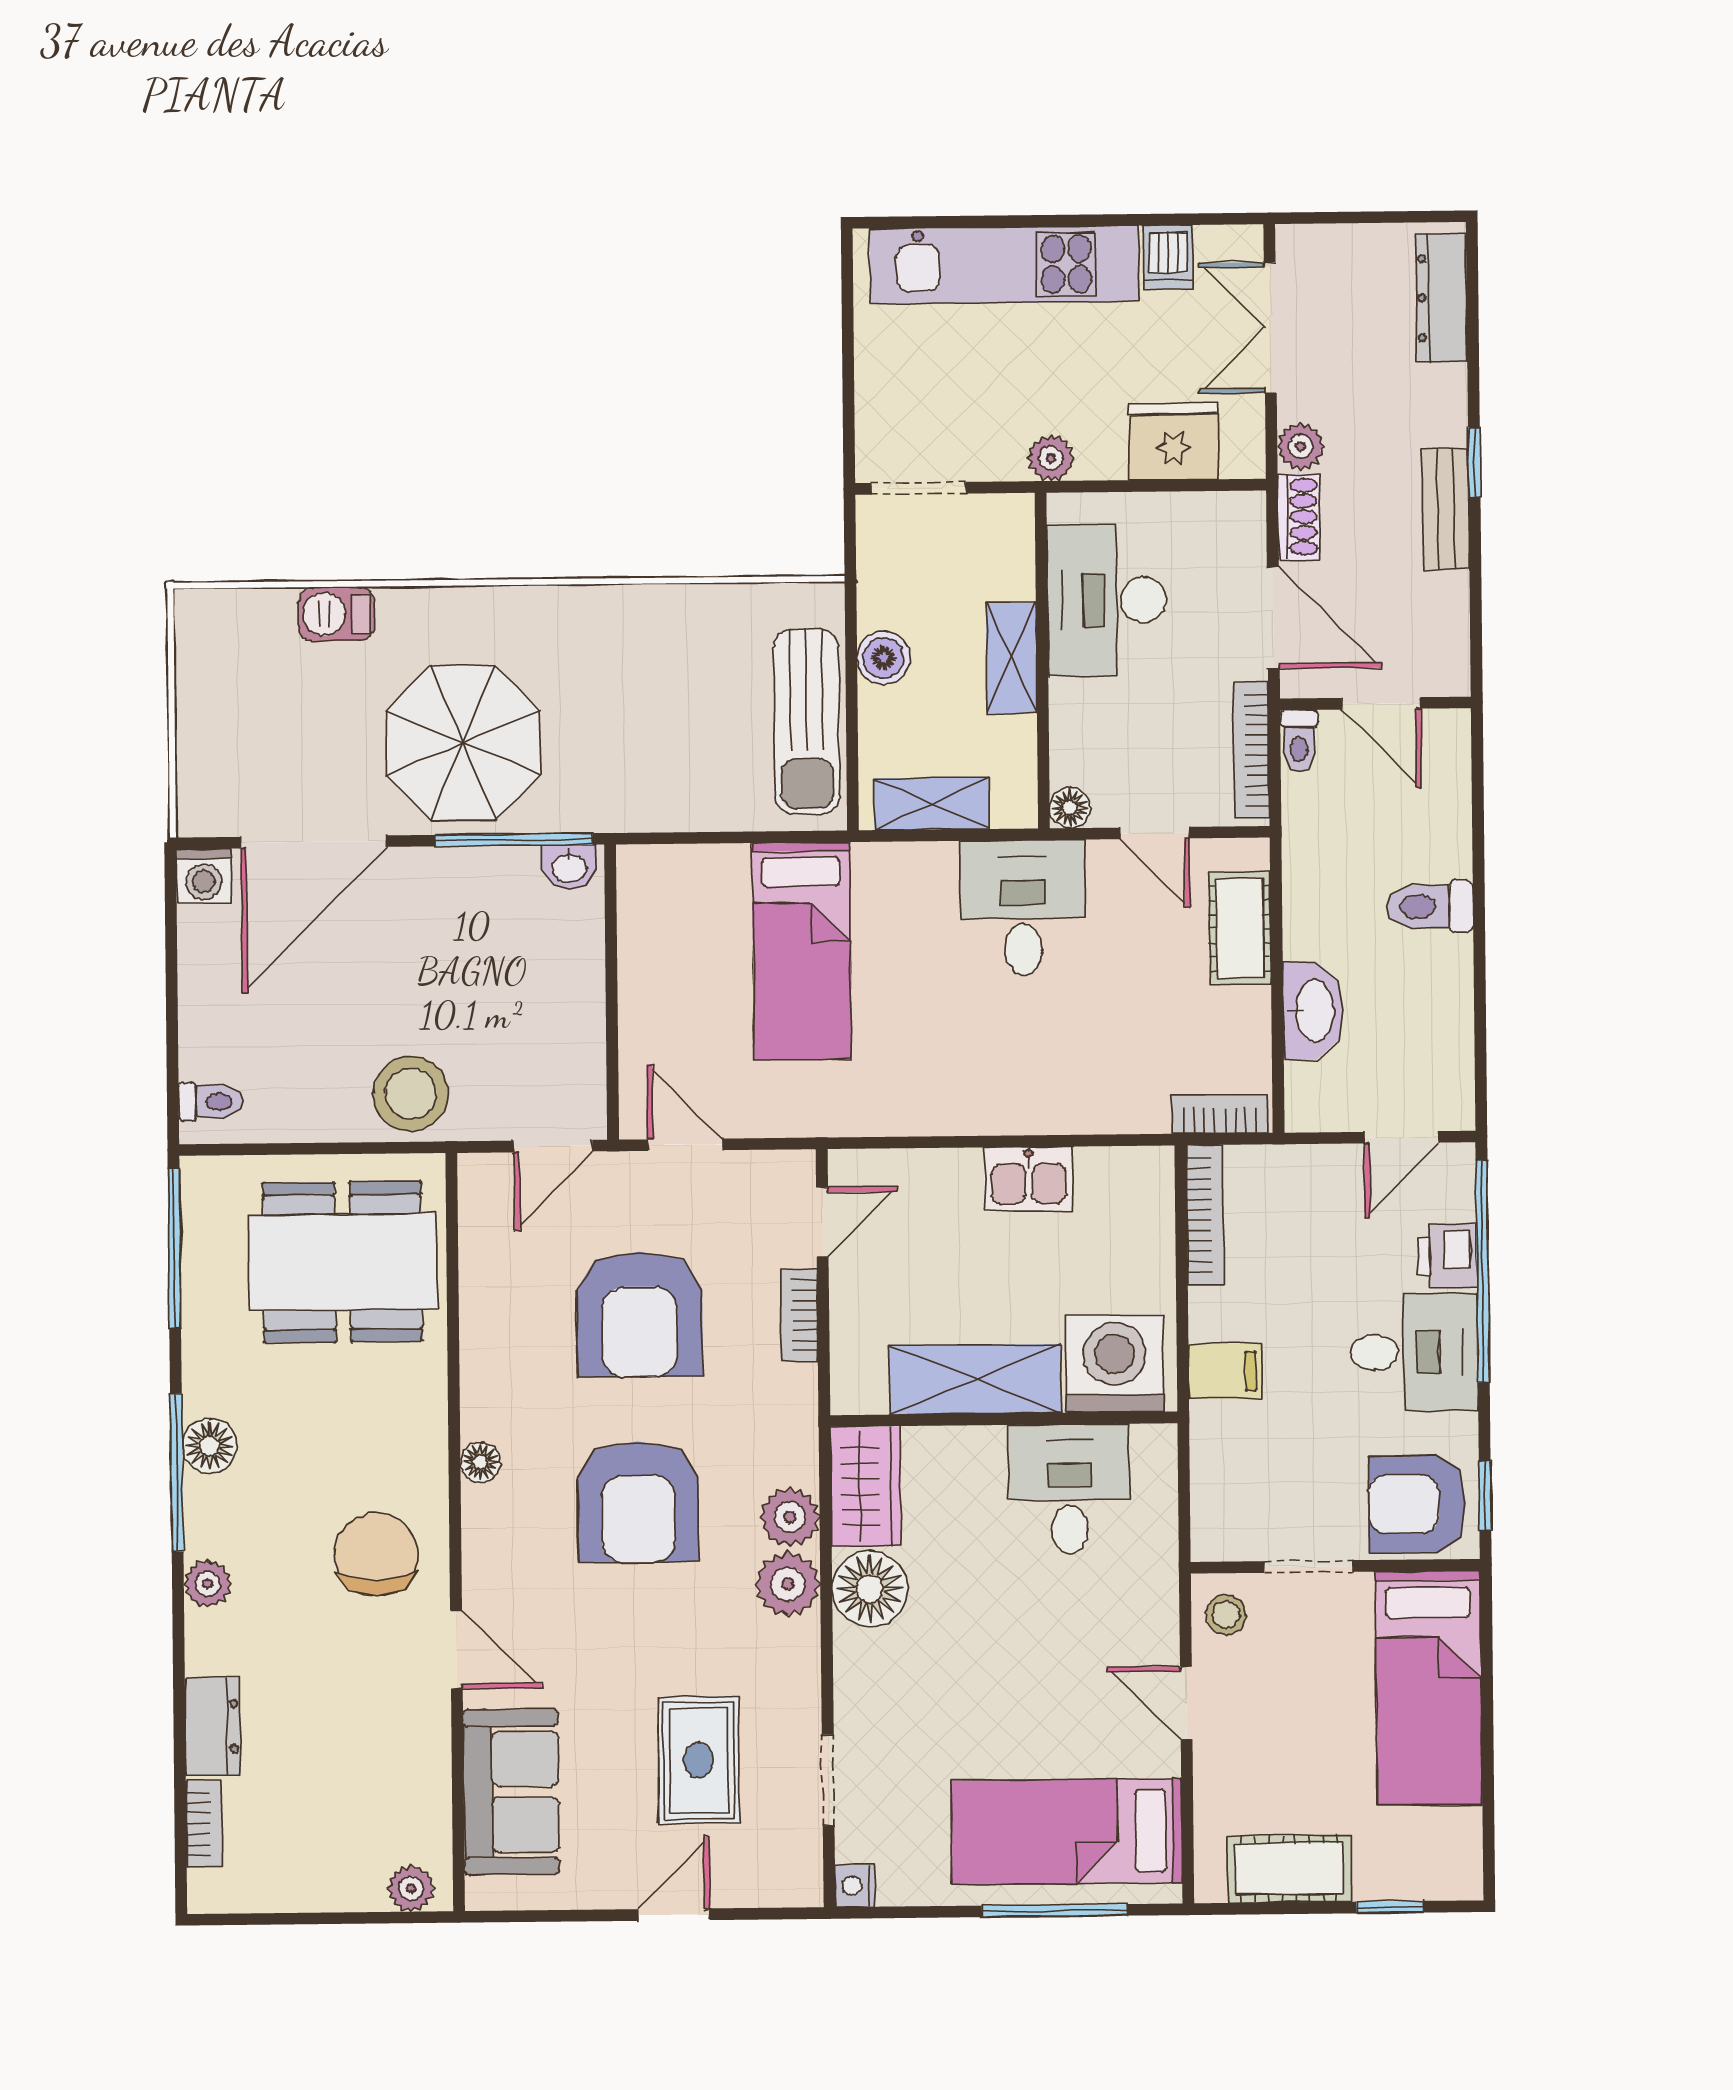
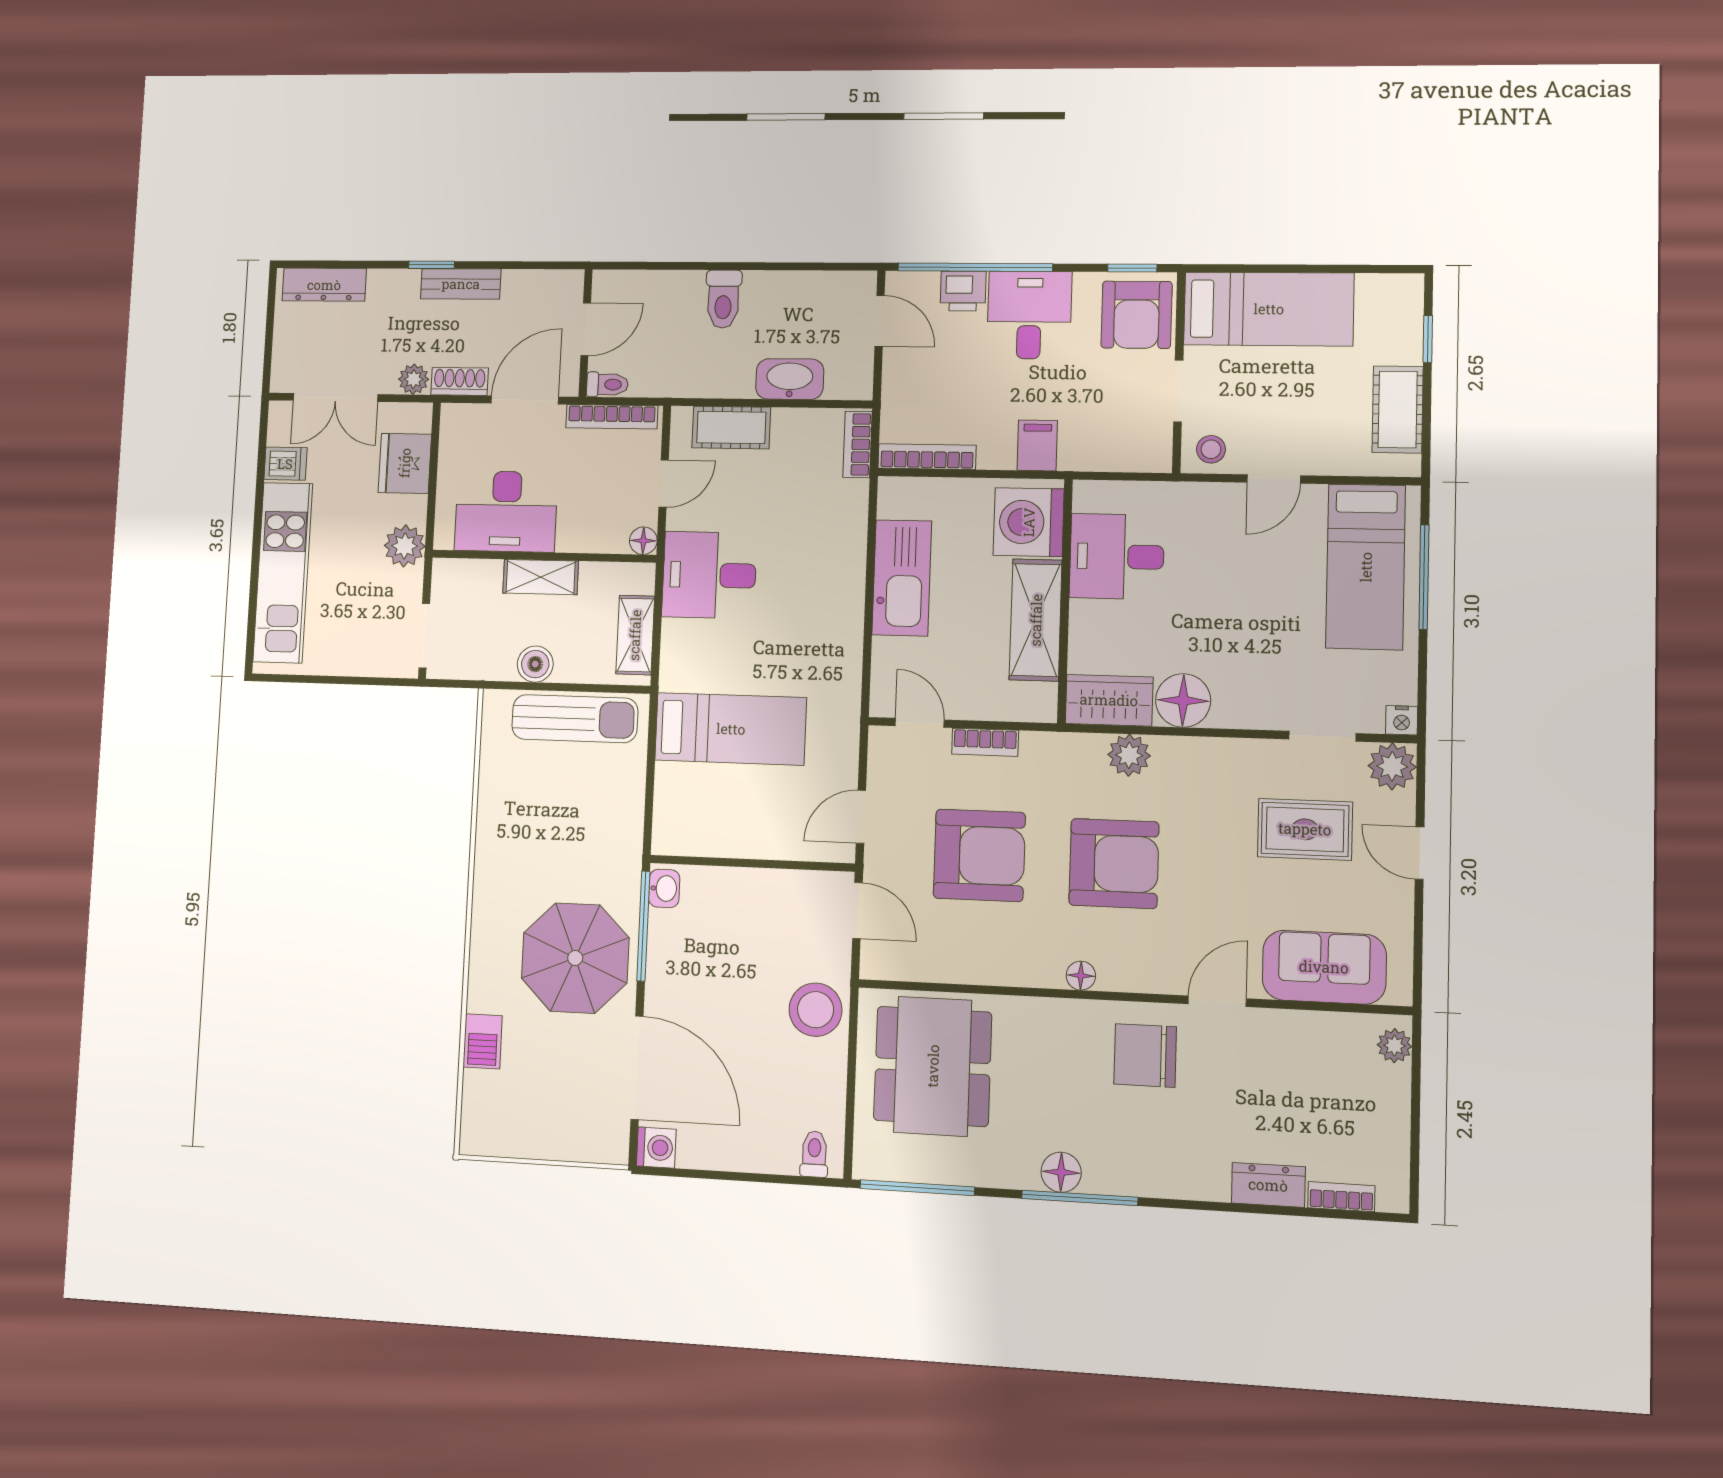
plant: (1051, 458) -> (405, 546), width x1.38, depth x1.38
kitchen sink: (1028, 1179) -> (902, 578), width x1.88, depth x1.24
plant: (208, 1584) -> (1162, 1181), removed
plant: (788, 1584) -> (1392, 766), moved

